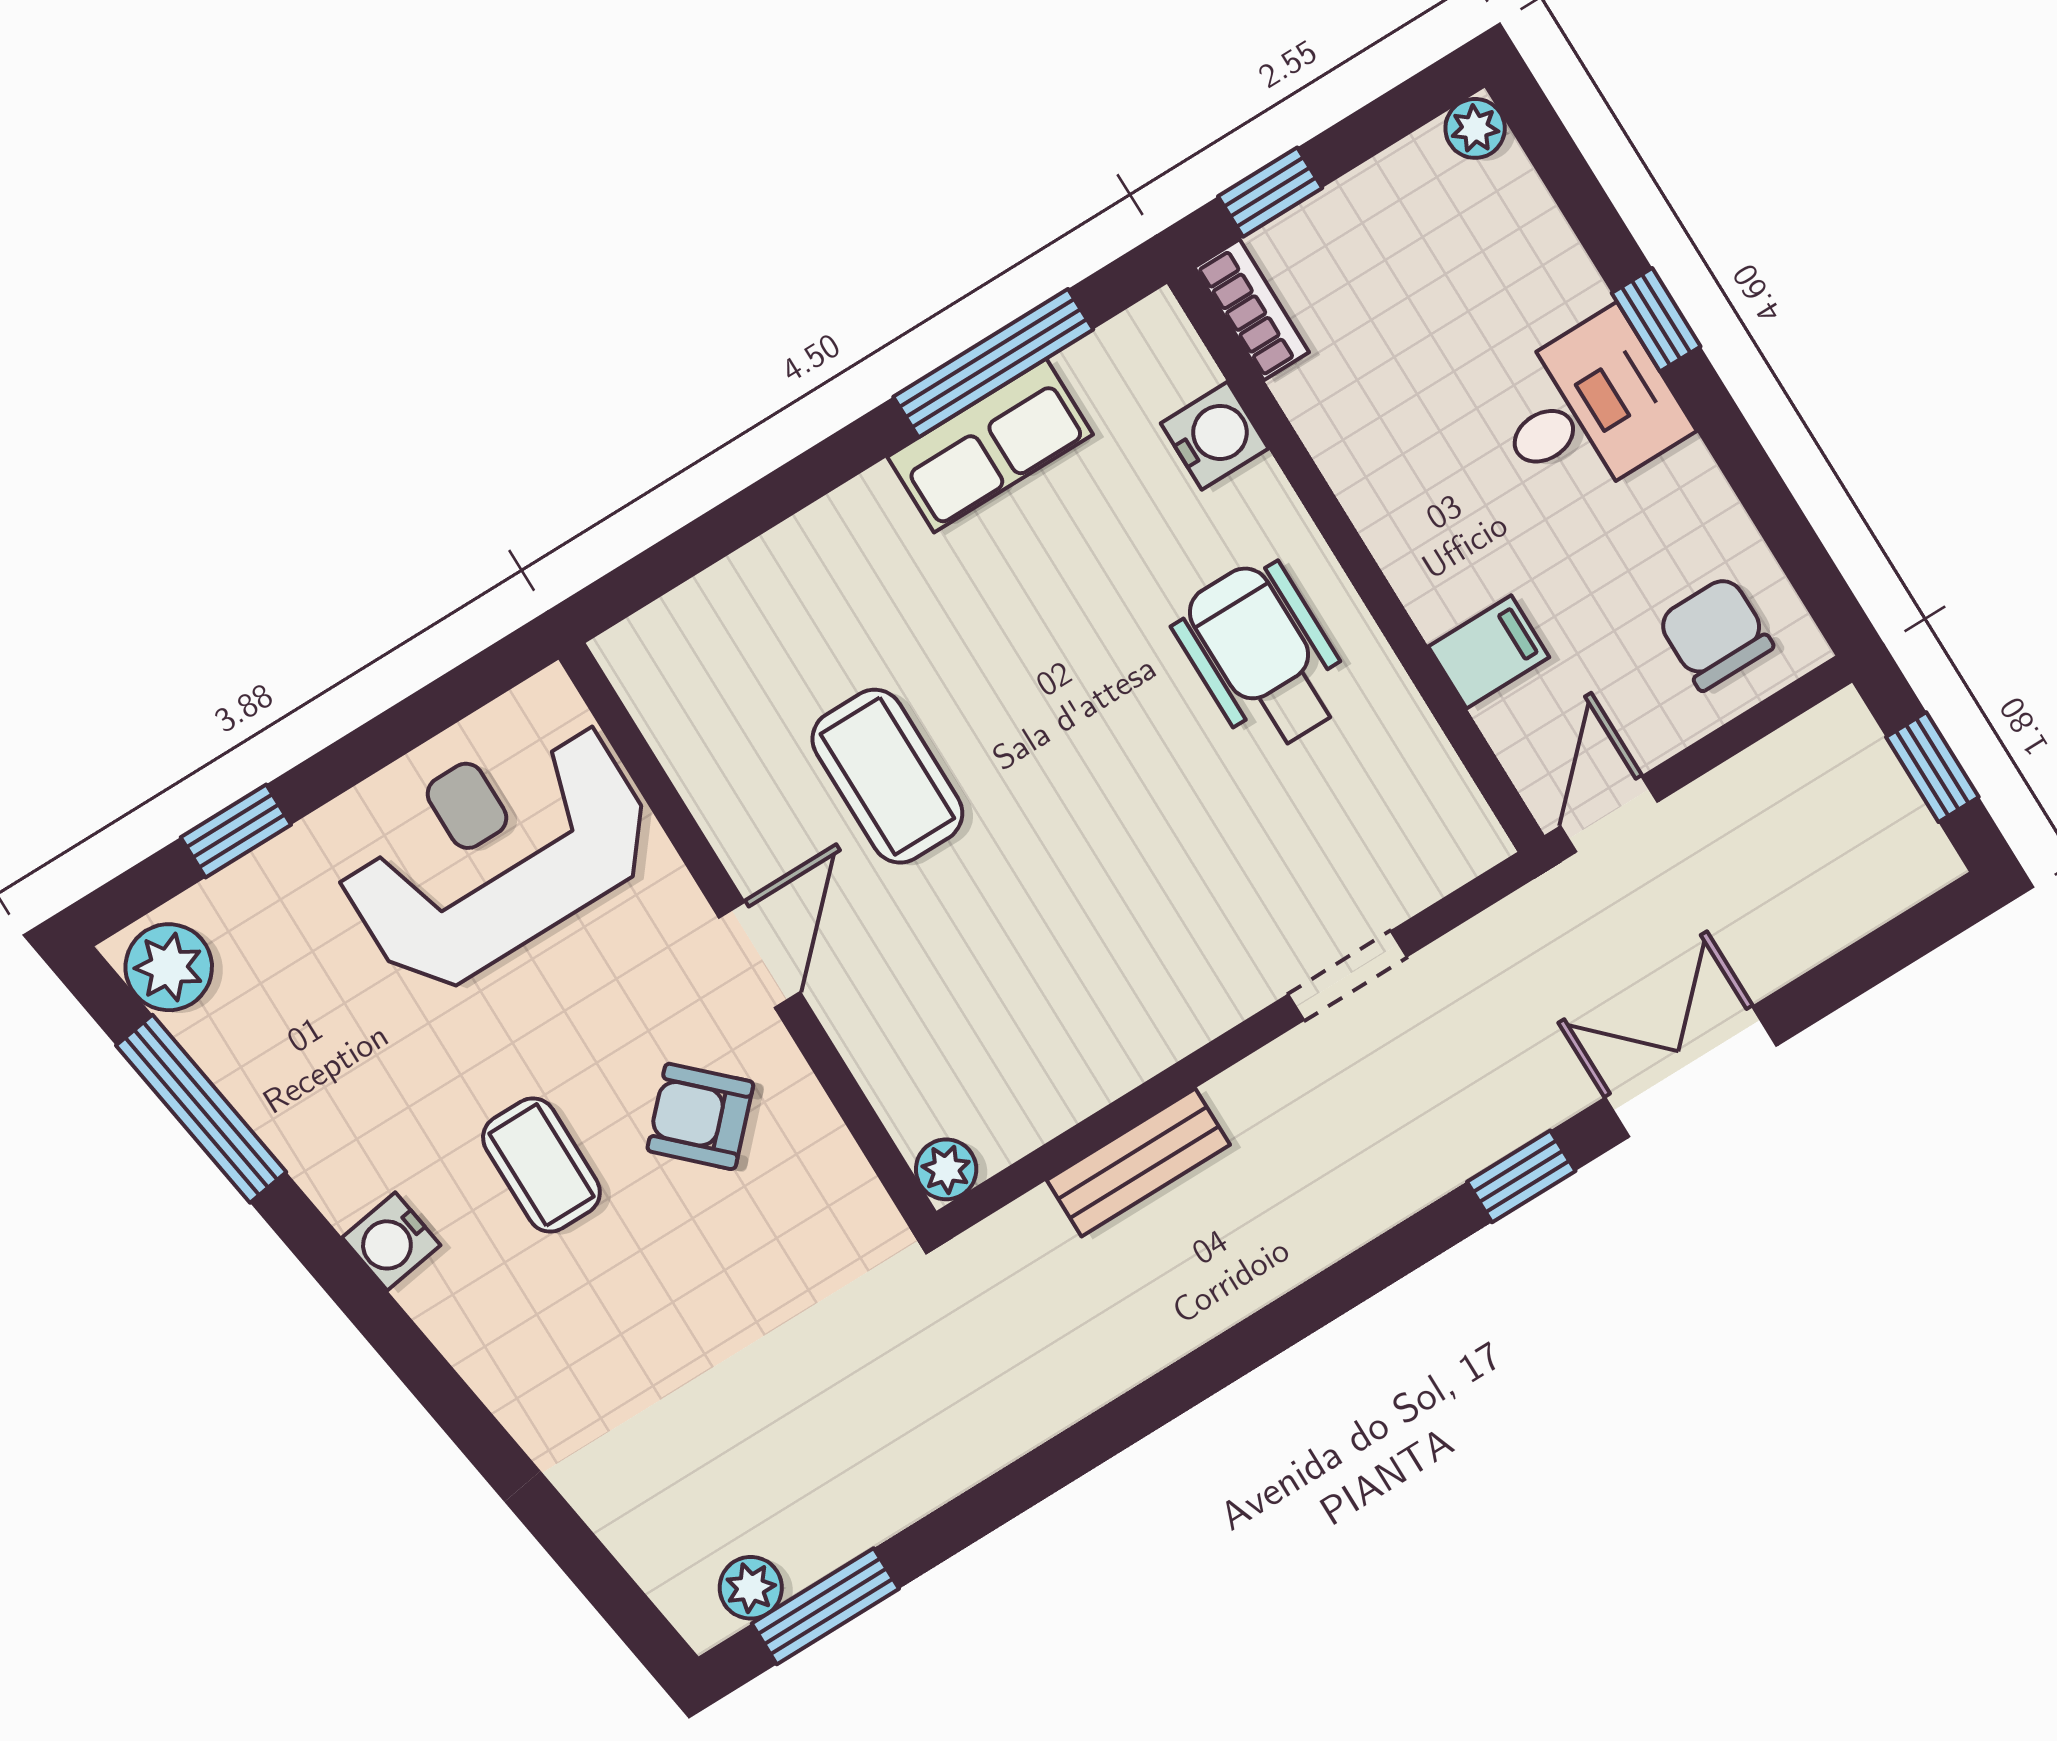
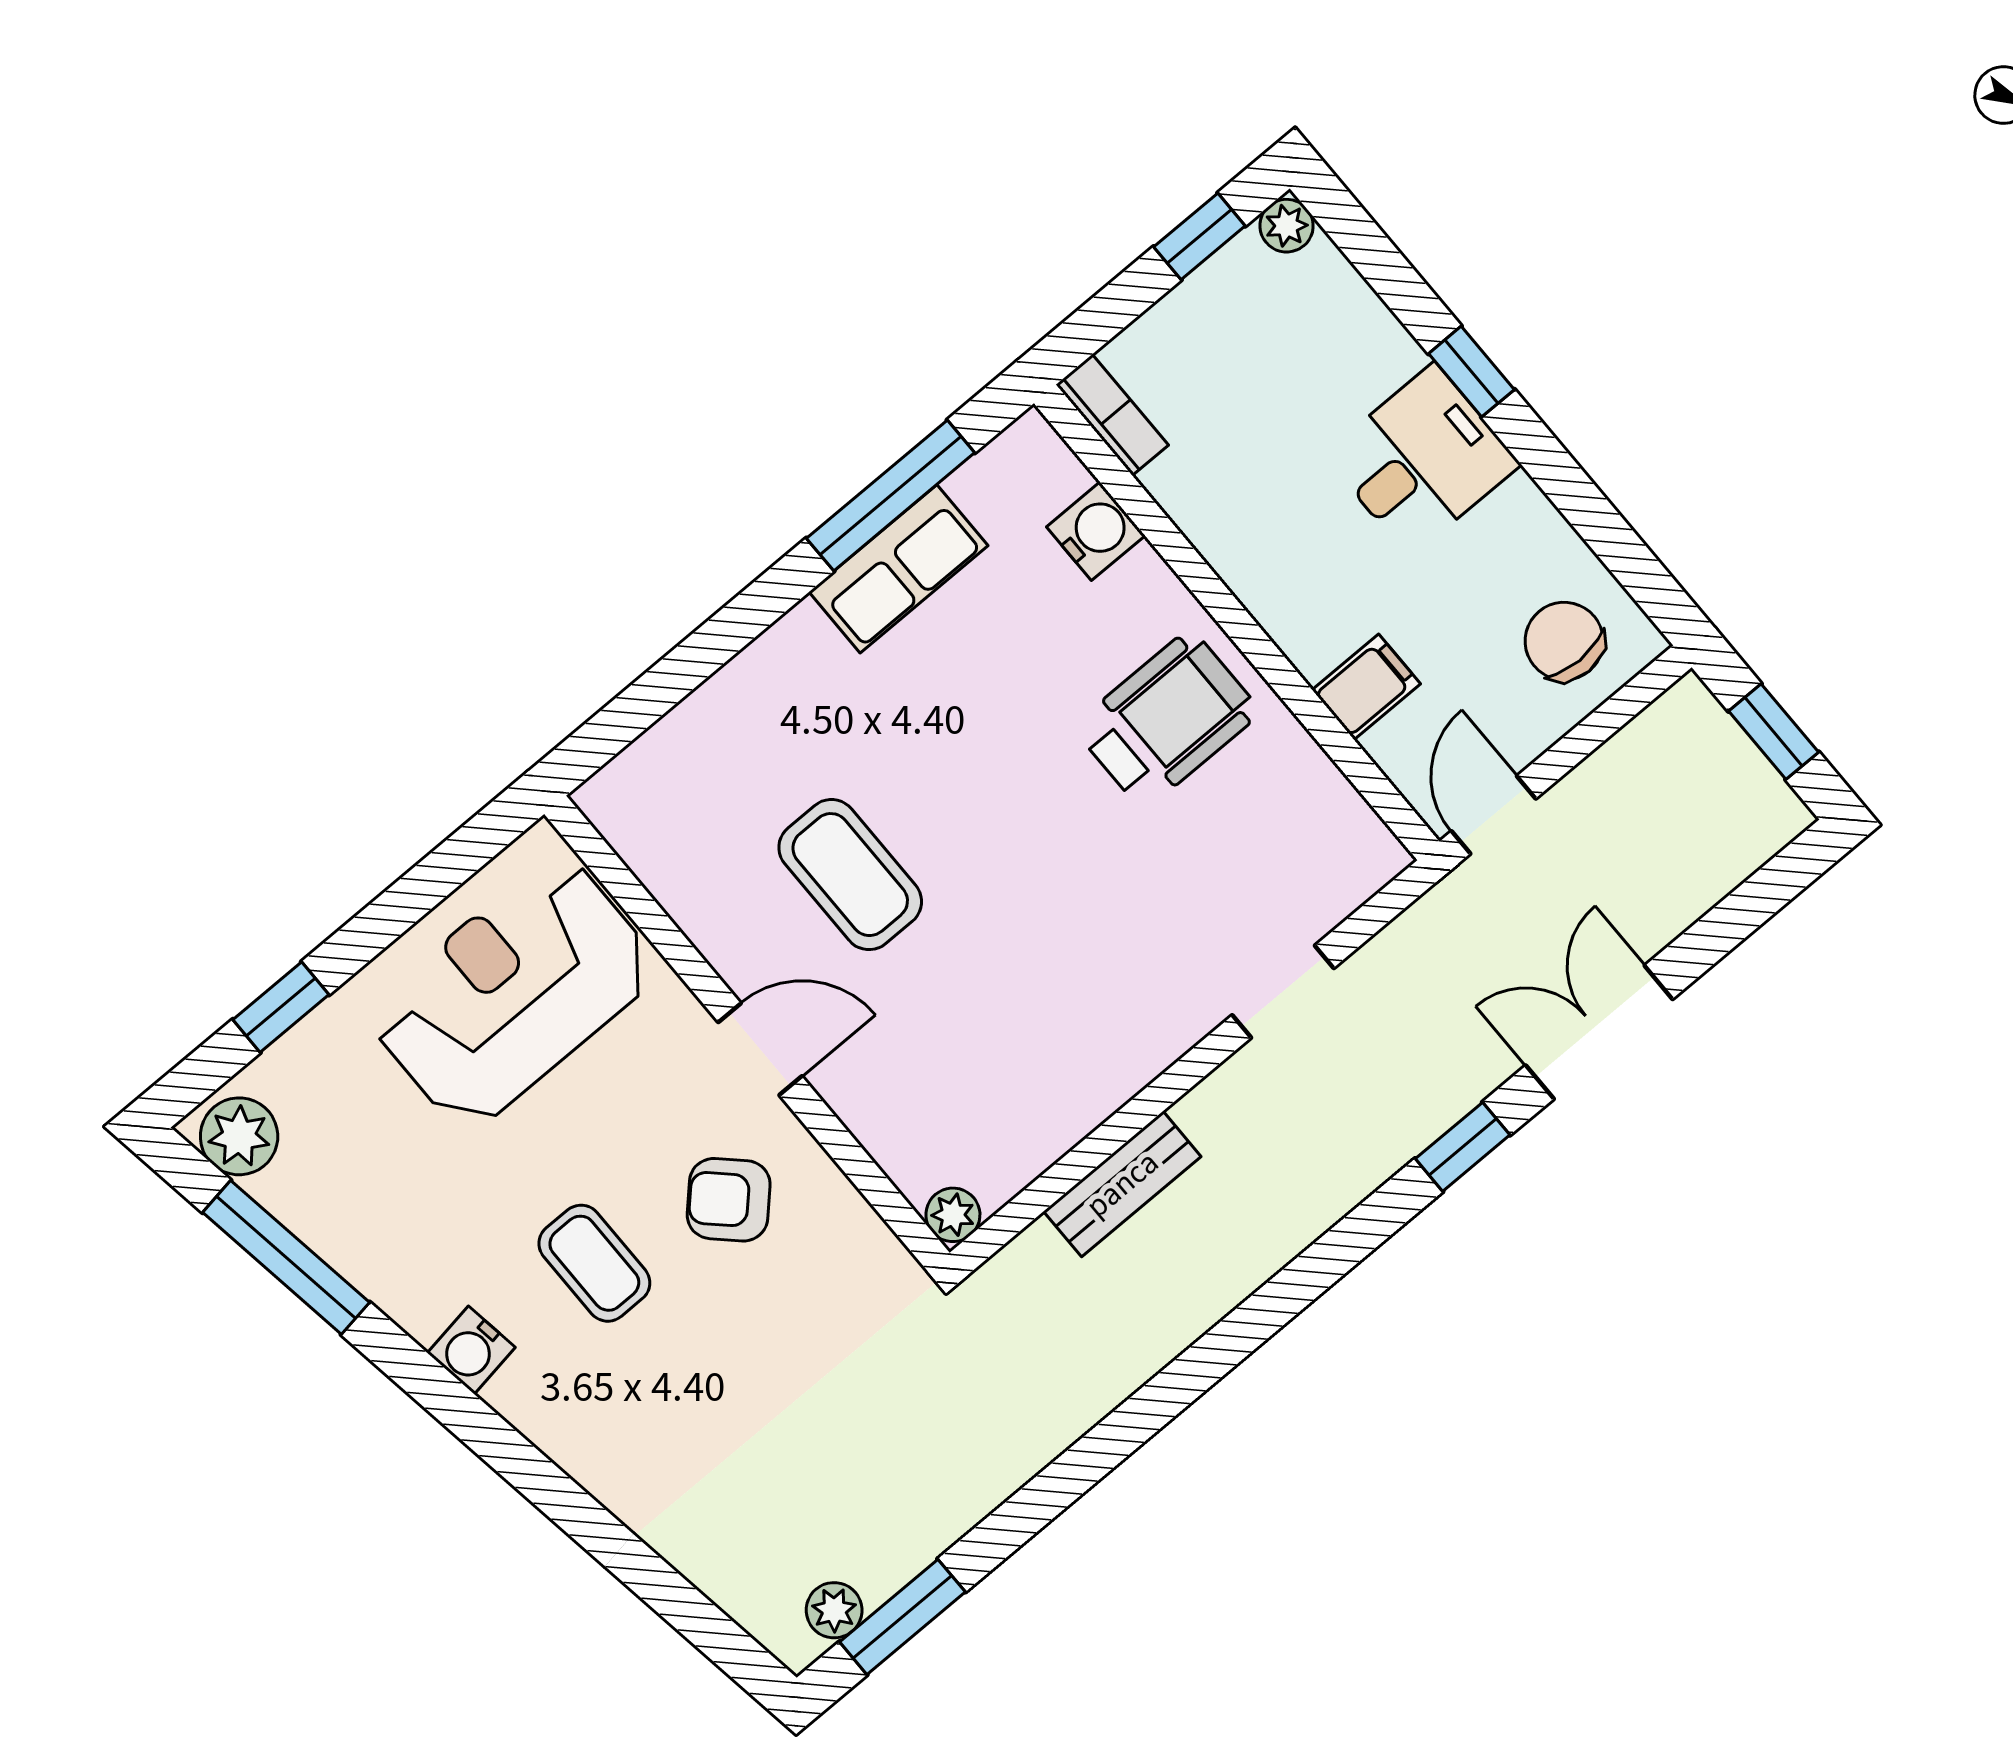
window: (1270, 192) -> (1199, 236), moved
wheelchair: (1263, 656) -> (1167, 720), turned 90
door: (760, 955) -> (760, 1049), hinge flipped

